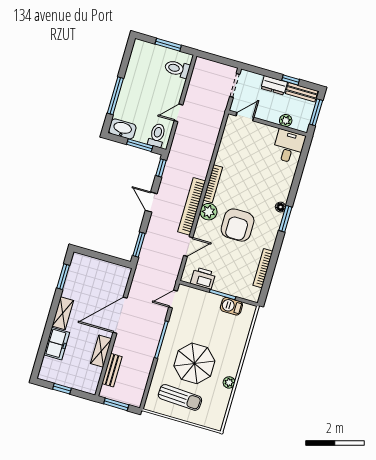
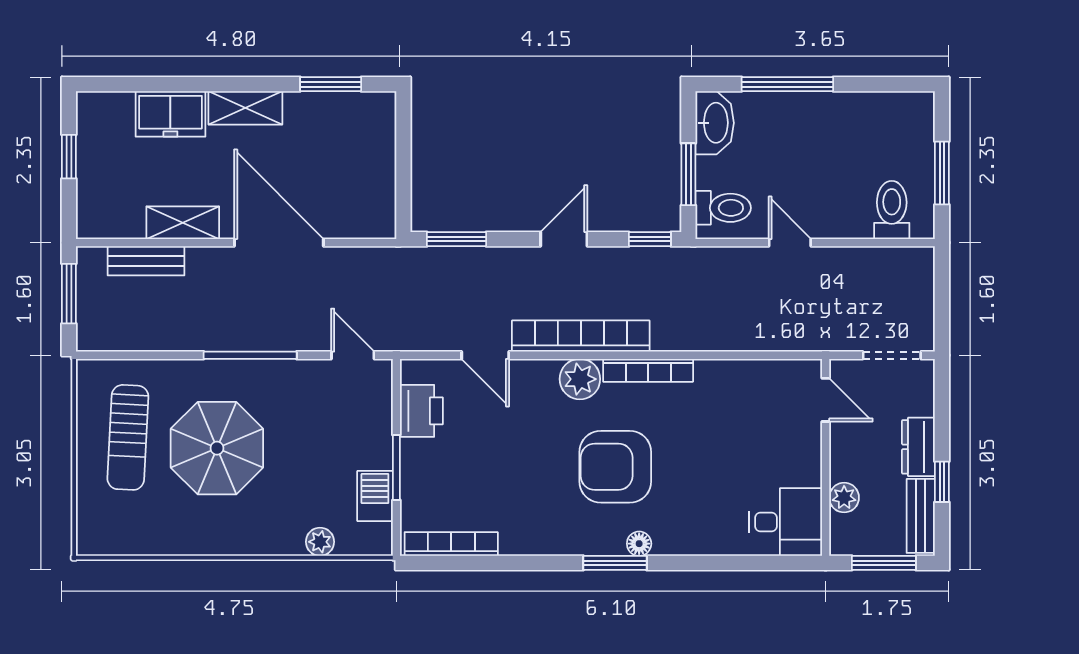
armchair: (238, 225) -> (615, 467), moved
bookcase: (263, 268) -> (451, 544), moved
plant: (229, 382) -> (320, 542), moved

